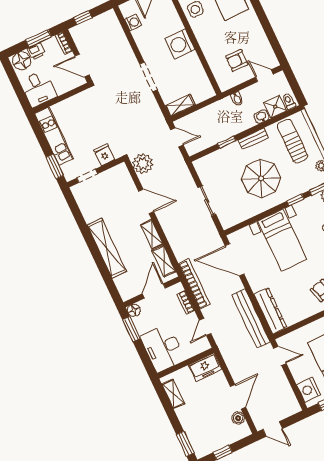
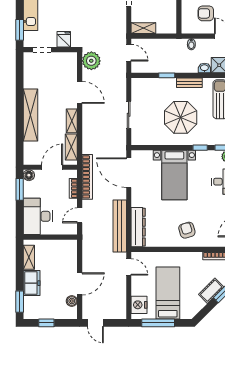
freezer: (205, 367) -> (32, 283), moved, turned -90

